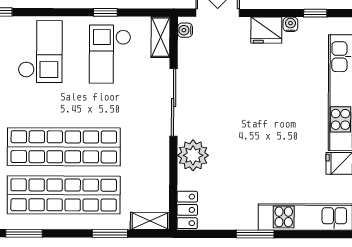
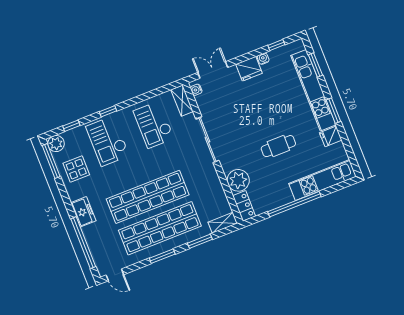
window: (105, 12) -> (108, 111), moved
checkout: (40, 52) -> (108, 141), turned 180
cafe table: (264, 148) -> (278, 146), added
plant: (193, 155) -> (238, 180), moved
window: (24, 233) -> (162, 256), moved
window: (255, 234) -> (294, 204), width x2.11

